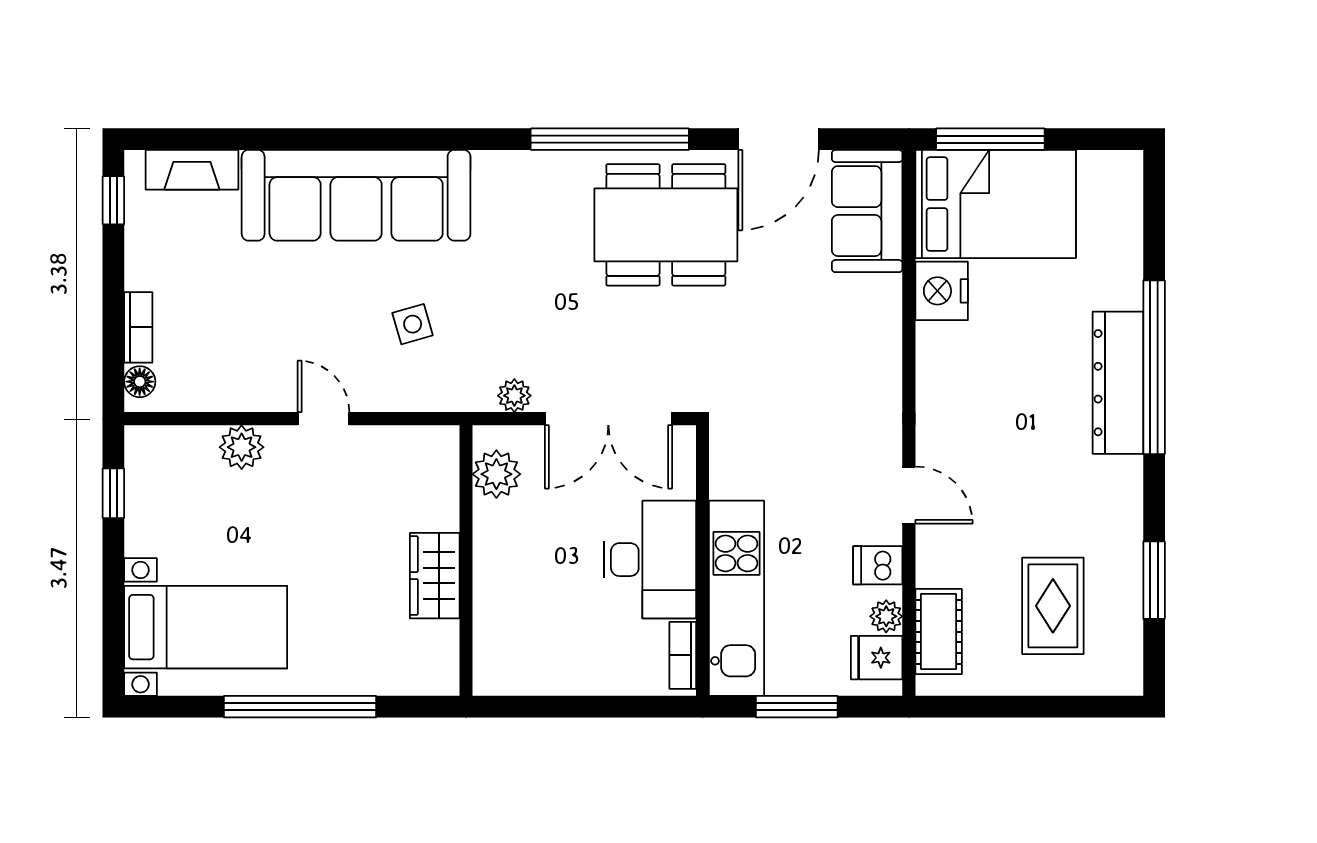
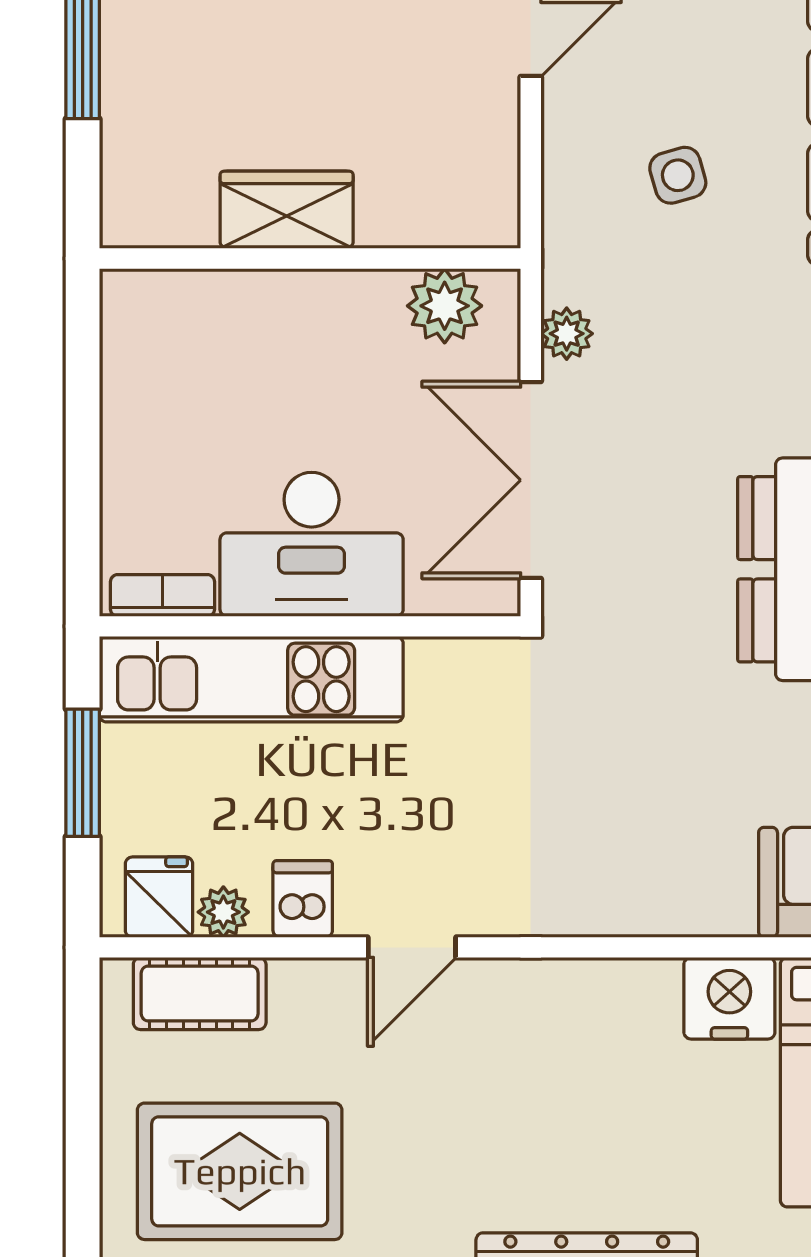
rug: (1053, 606) -> (240, 1171), width x1.36, depth x1.43

